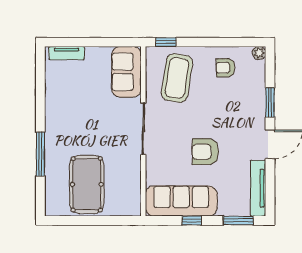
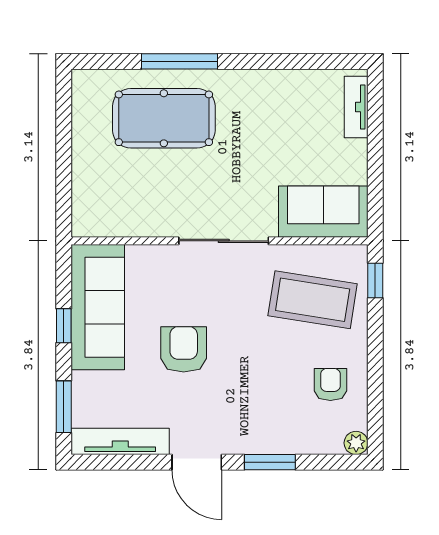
pool table: (87, 184) -> (164, 118), moved

